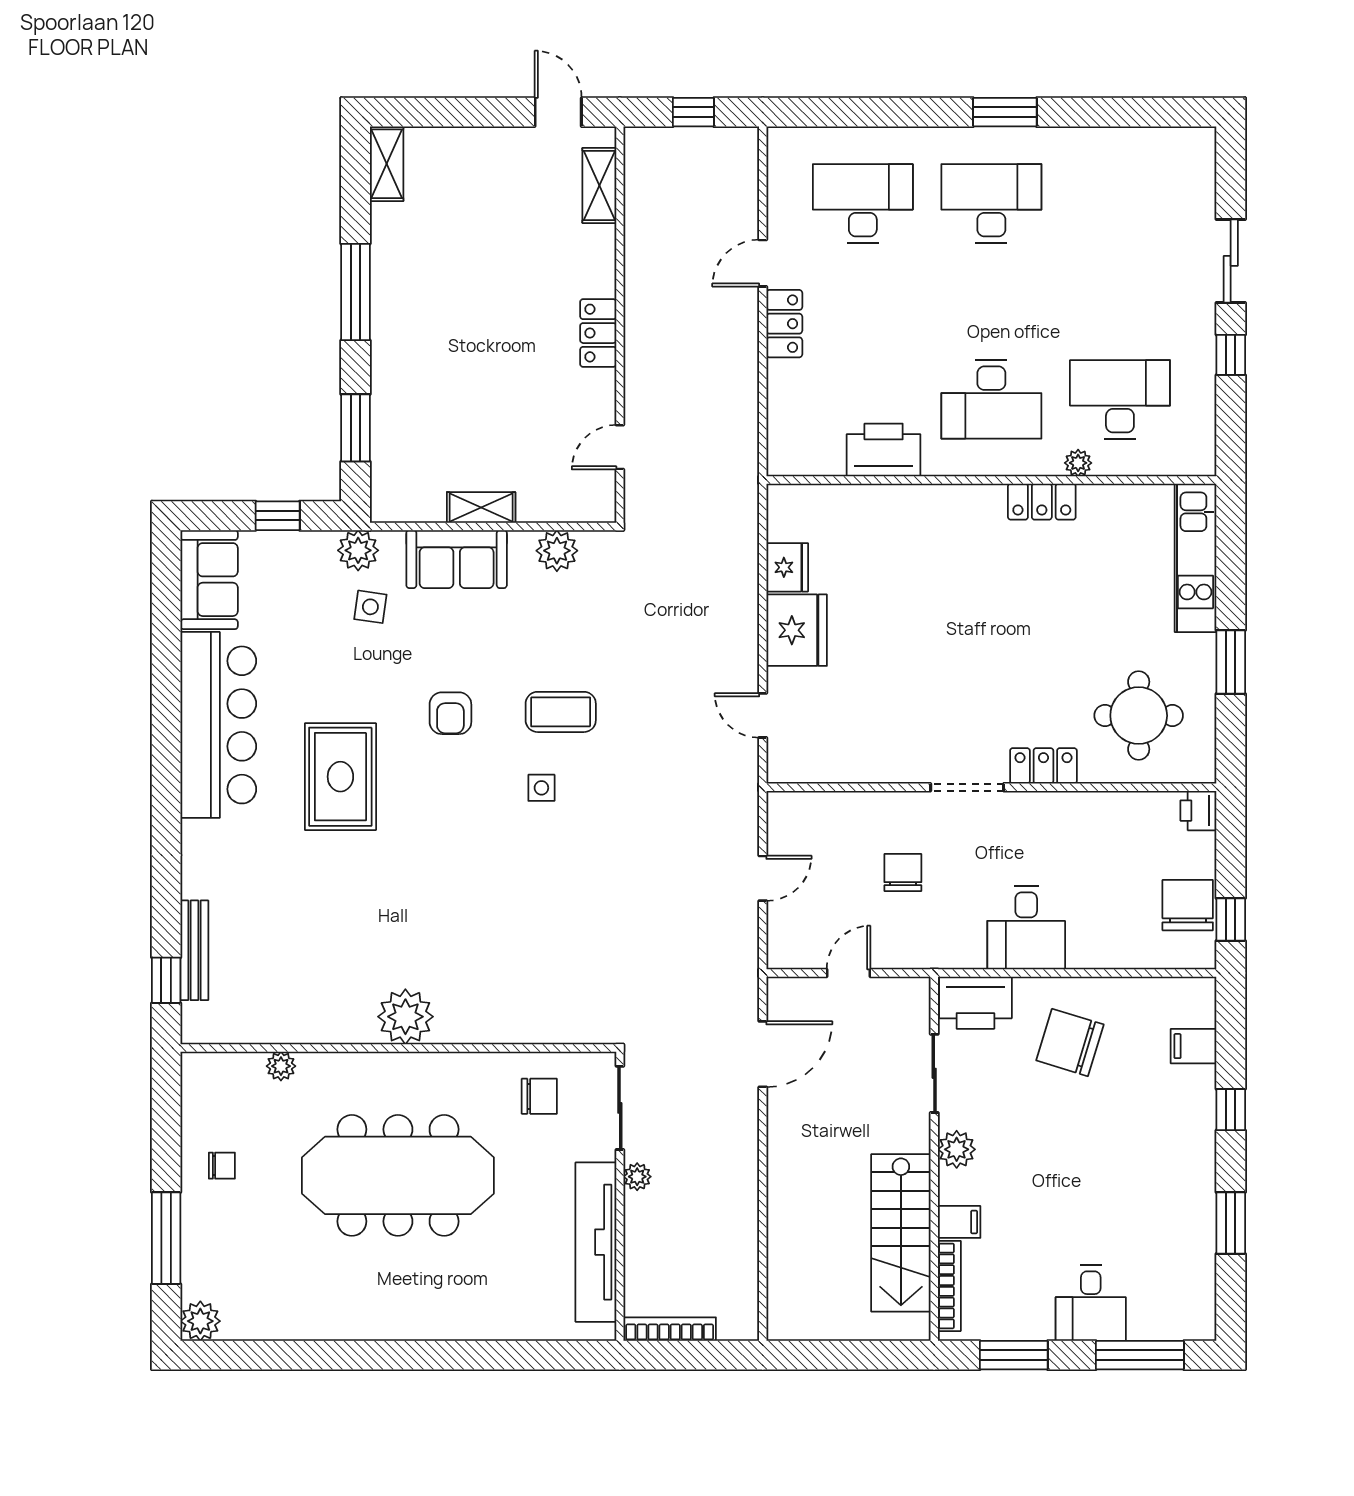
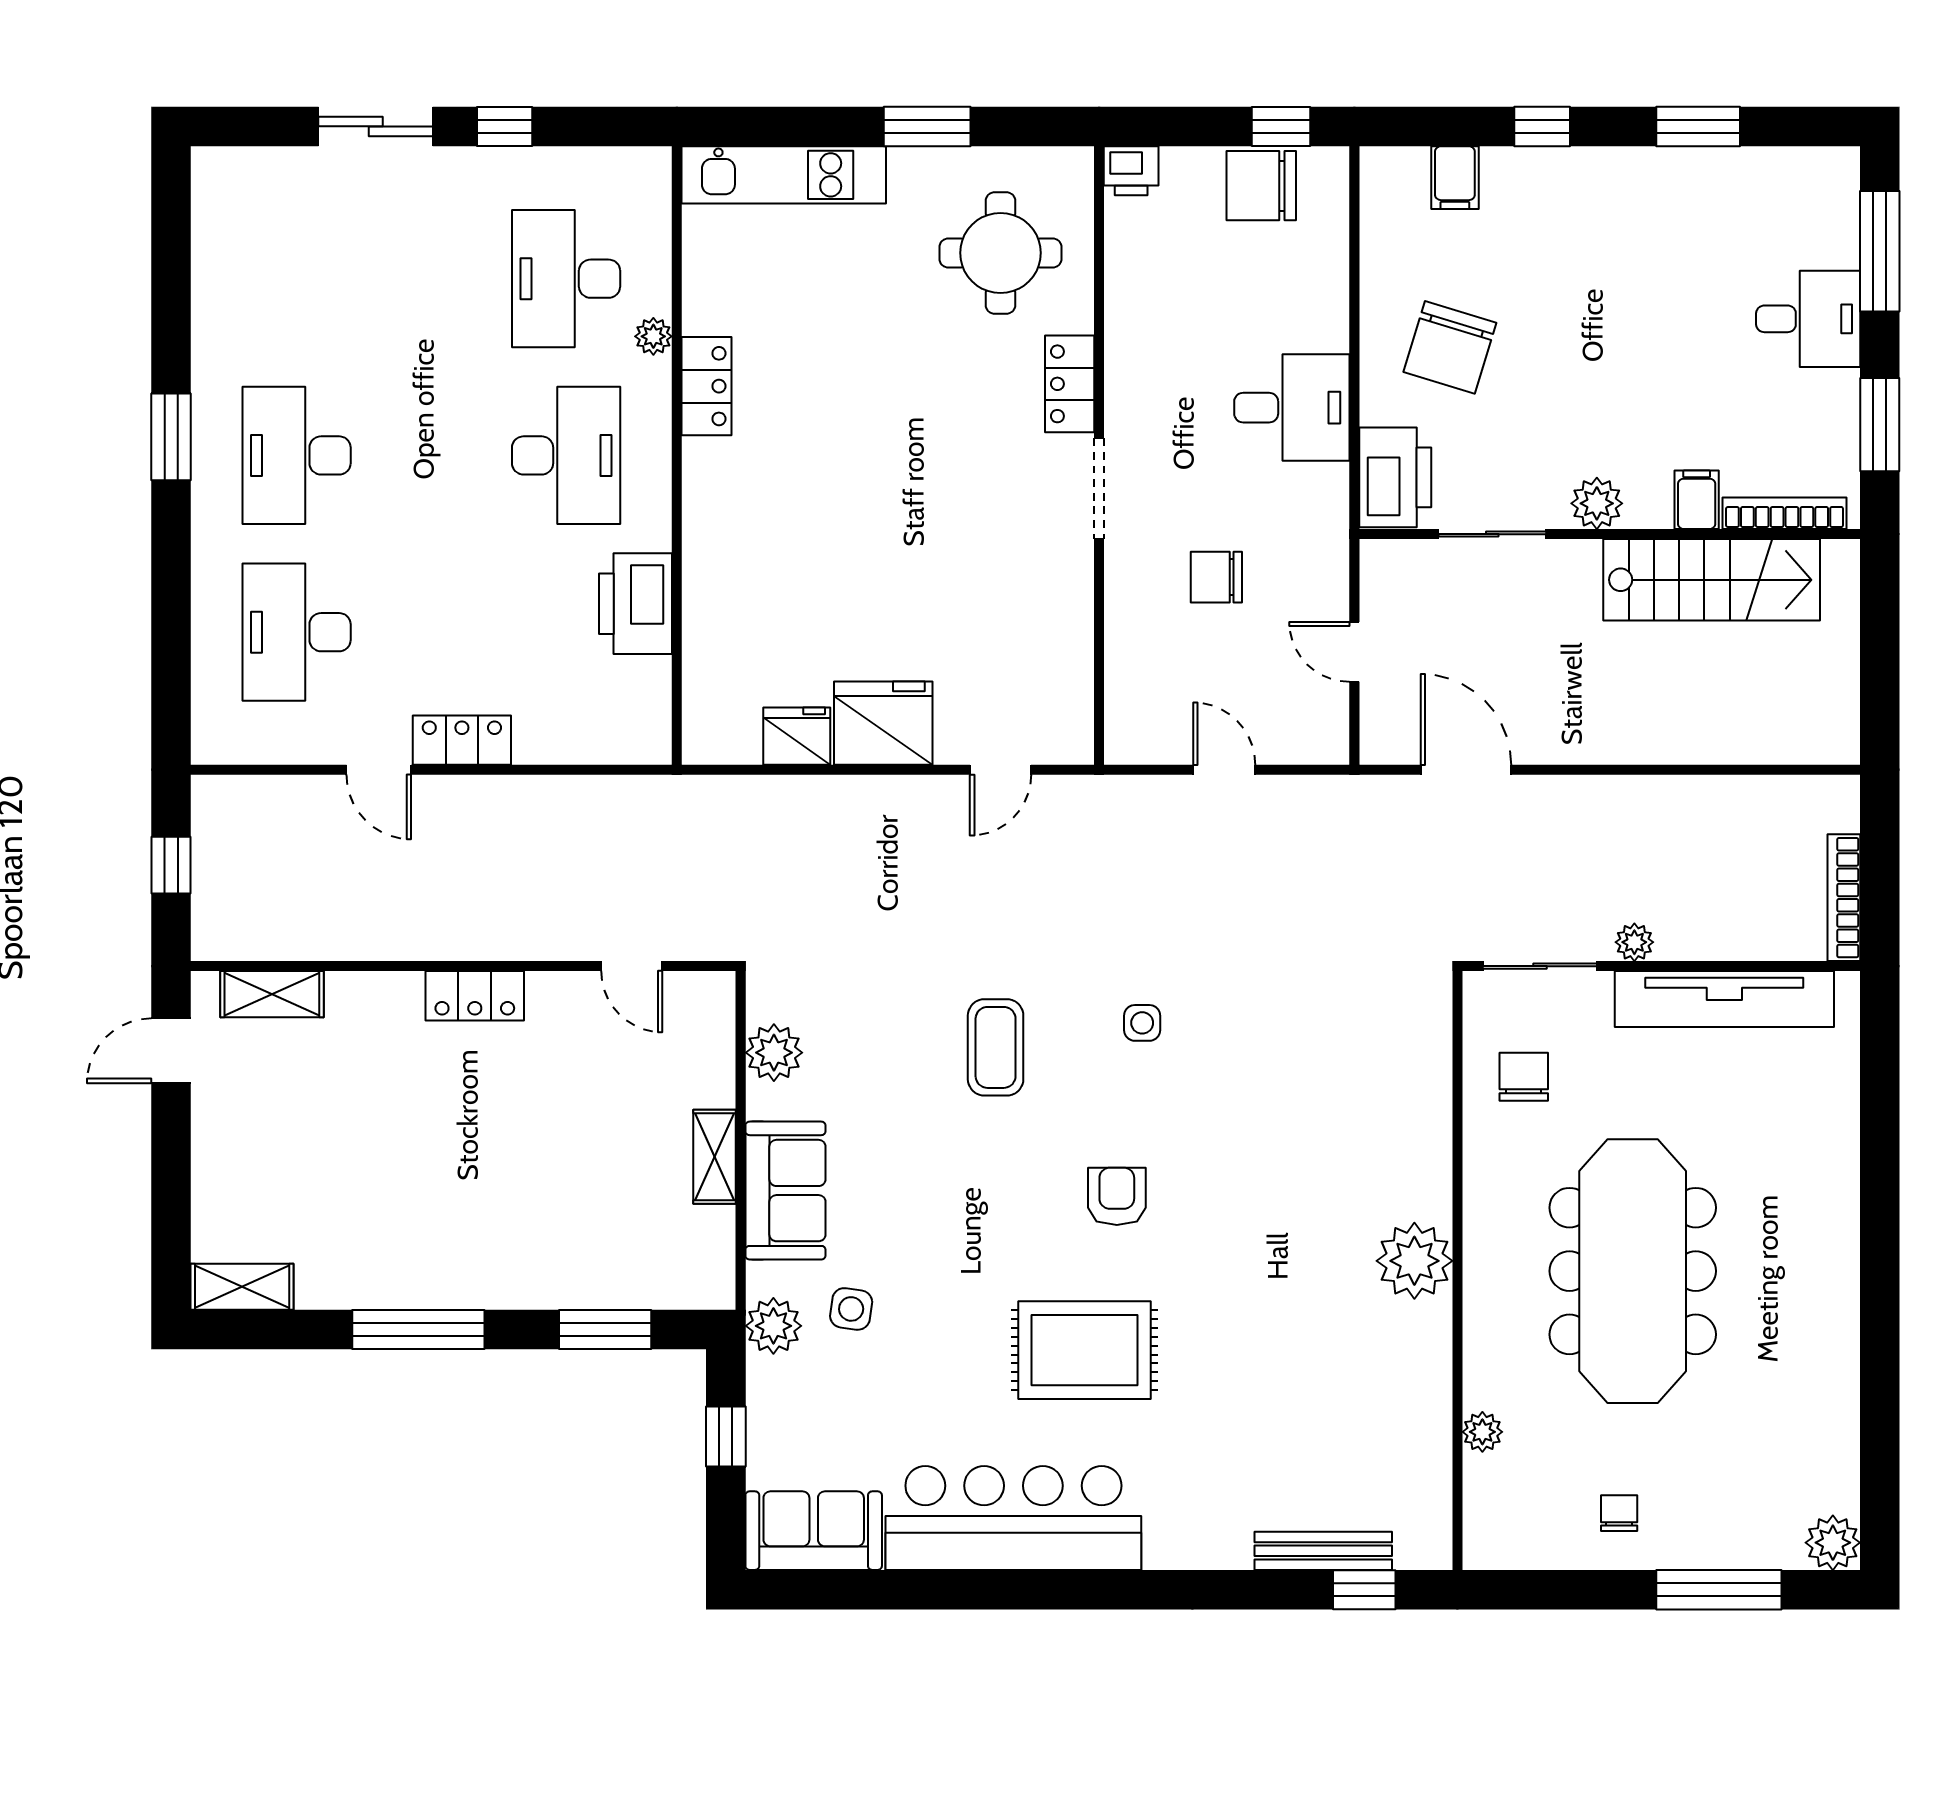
armchair: (450, 713) -> (1117, 1196), moved, turned -90
side table: (541, 788) -> (1142, 1023), moved

